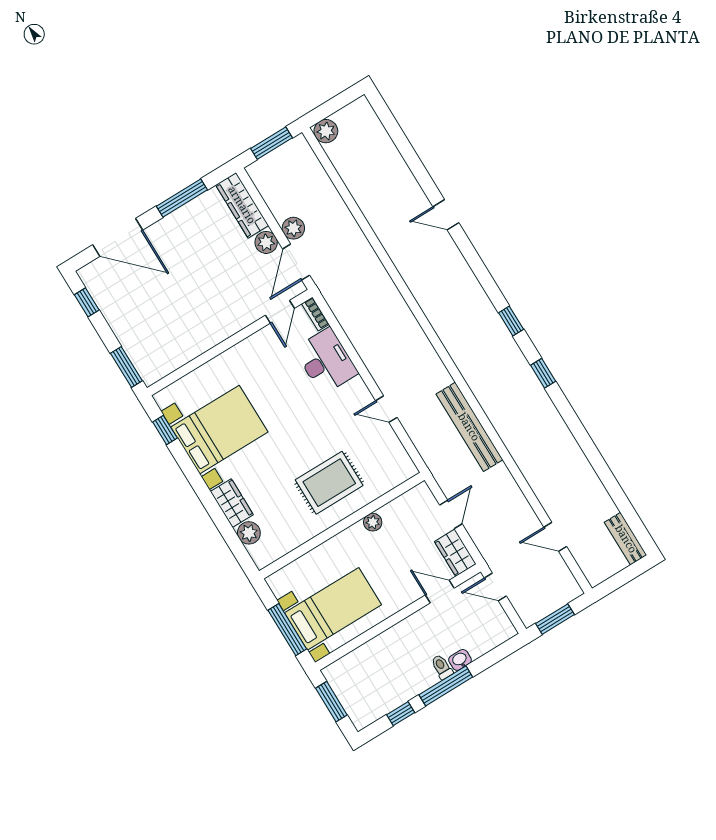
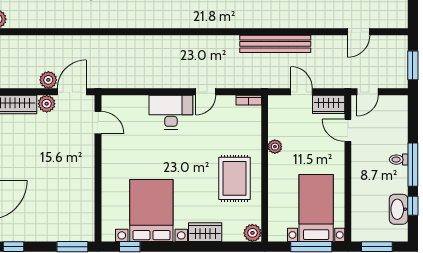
door: (296, 262) -> (72, 92), swing flipped
bookcase: (315, 314) -> (249, 100), moved
desk: (326, 361) -> (171, 112), moved
bench: (469, 427) -> (275, 44), moved
rug: (329, 483) -> (234, 178), moved
plant: (249, 533) -> (252, 233), moved
door: (440, 591) -> (348, 130), hinge flipped
washbasin: (460, 660) -> (399, 209), moved, width x1.91, depth x1.45

